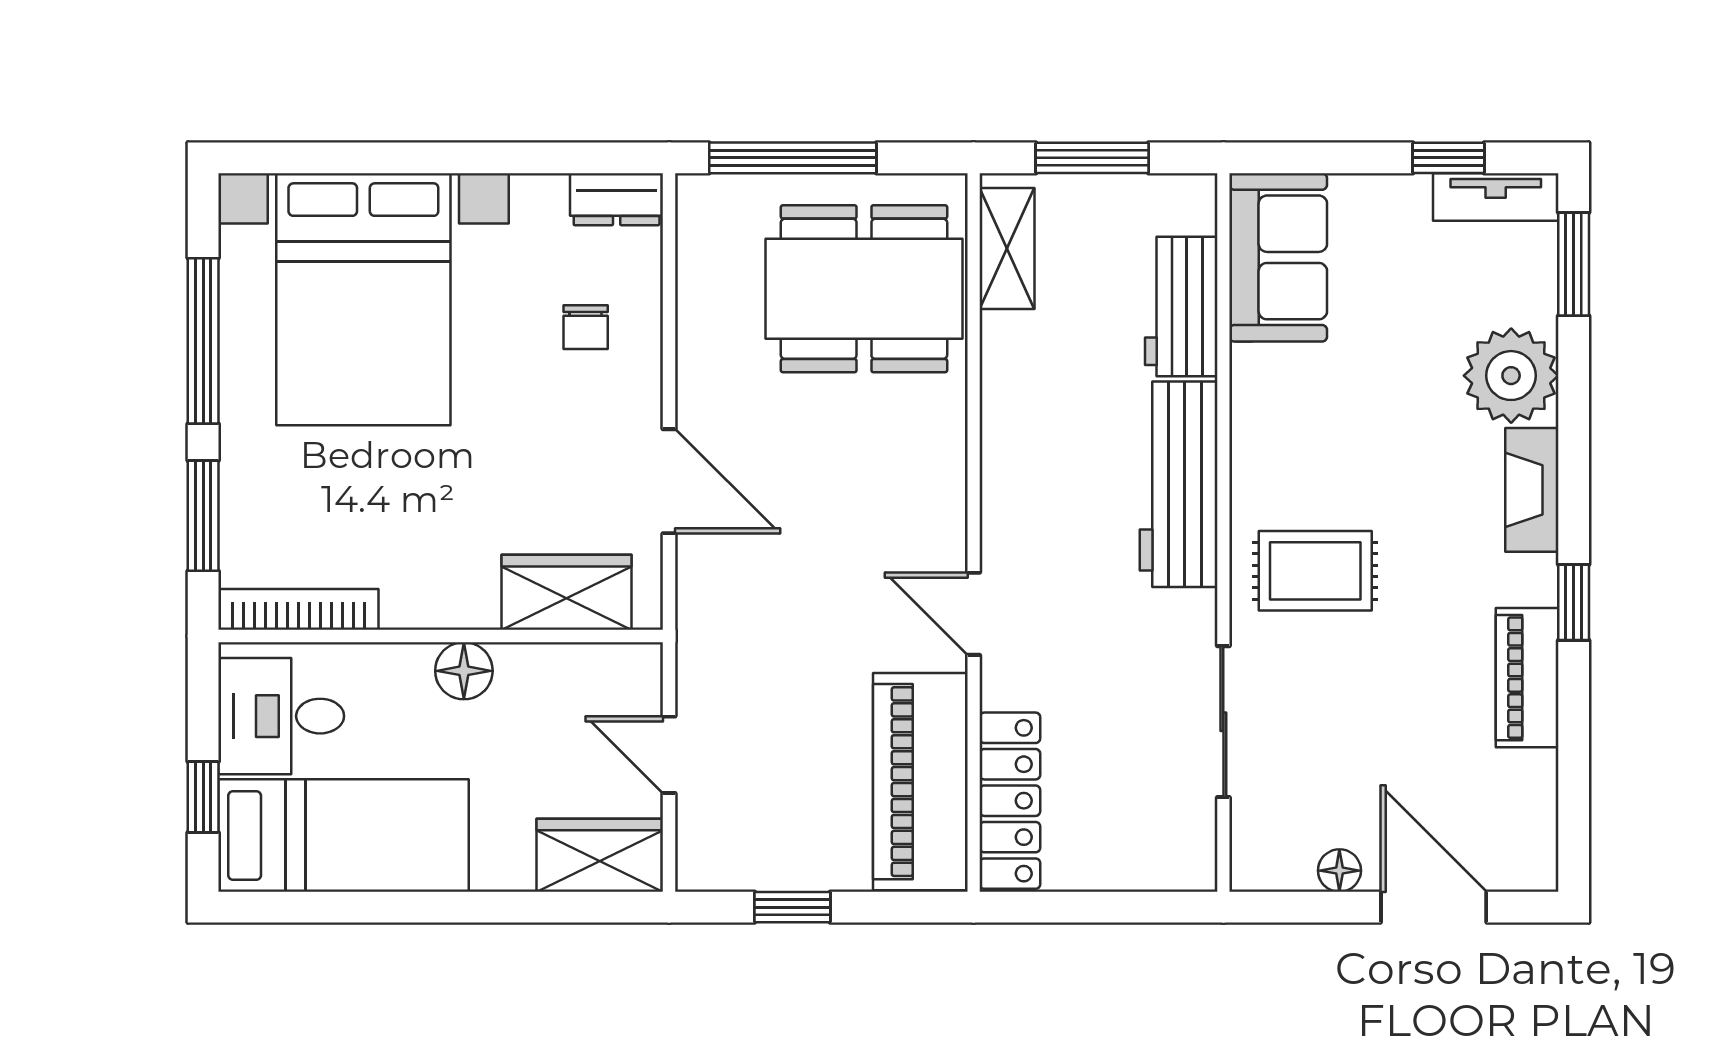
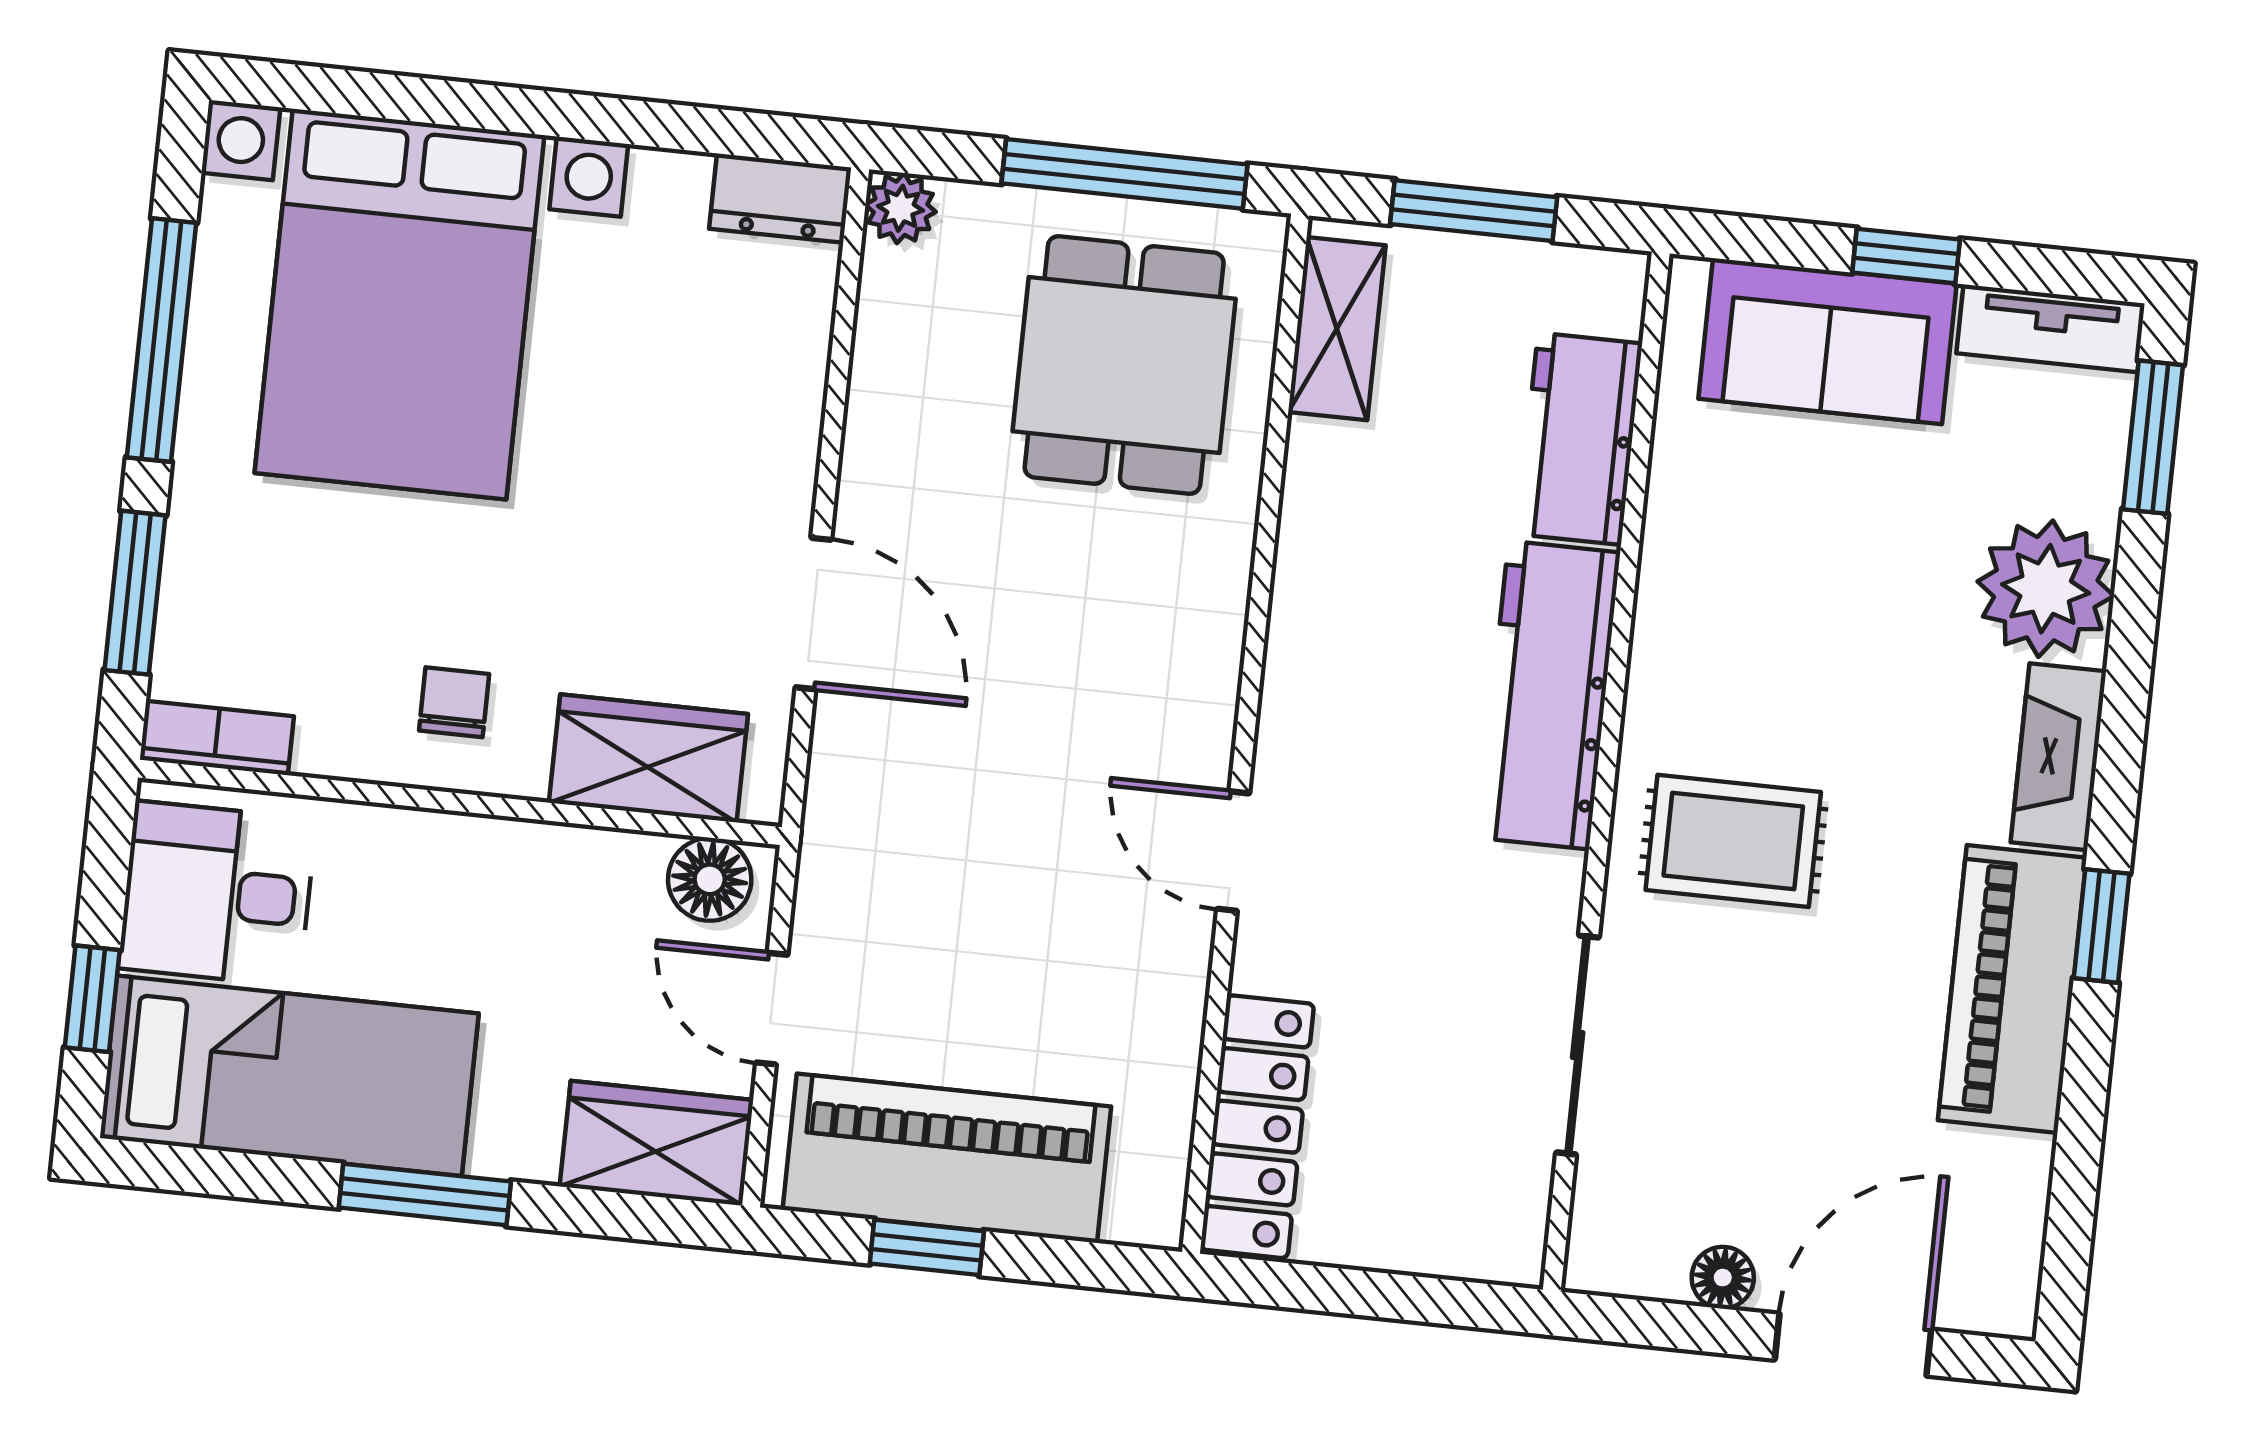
window: (793, 158) -> (1125, 174), moved
window: (1449, 158) -> (1906, 256), moved
plant: (700, 198) -> (900, 208), added
sofa: (1278, 257) -> (1827, 341), moved, turned 90
dining table: (864, 289) -> (1124, 365), width x0.73
chair: (586, 327) -> (454, 702), moved, turned 180
bookcase: (298, 609) -> (217, 738), width x0.64
floor lamp: (464, 671) -> (710, 879), moved
piano: (1527, 678) -> (2012, 989), width x1.37, depth x1.33
piano: (920, 782) -> (947, 1158), moved, turned 90
window: (445, 907) -> (425, 1195), added
door: (1434, 907) -> (1853, 1345), hinge flipped

